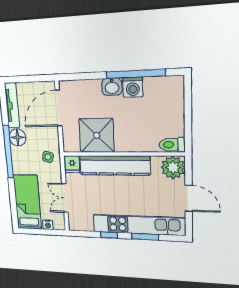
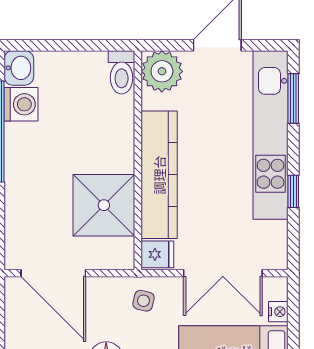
washbasin: (112, 87) -> (19, 68), moved
washing machine: (133, 87) -> (21, 104), moved
double door: (65, 198) -> (223, 273), width x1.37
window: (145, 237) -> (293, 98), moved

